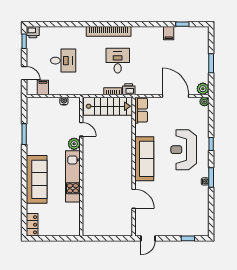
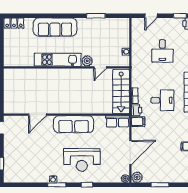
filing cabinet: (43, 87) -> (138, 122), moved
reception desk: (184, 150) -> (82, 160), turned 180

